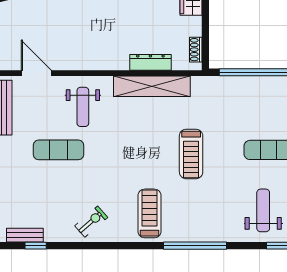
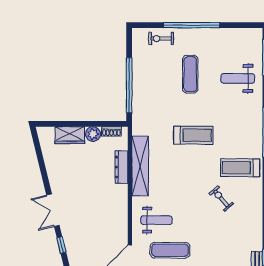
plant: (192, 26) -> (93, 134), added
exercise mat: (58, 150) -> (170, 250), moved, turned 90
exercise bike: (91, 222) -> (221, 199), moved

